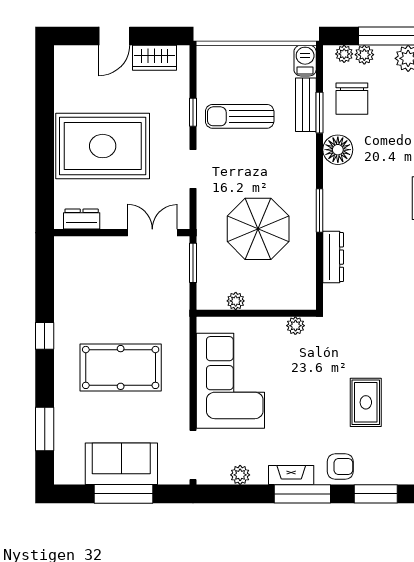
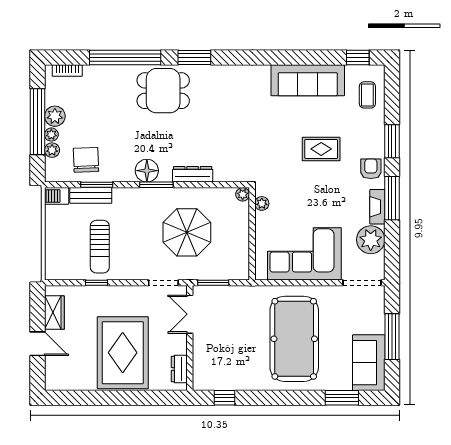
plant: (344, 54) -> (51, 135), moved
chair: (352, 99) -> (86, 160), turned -92
floor lamp: (338, 150) -> (147, 171), moved
doorway: (193, 169) -> (163, 283), moved
window: (320, 211) -> (156, 185), moved
dresser: (333, 257) -> (193, 174), moved
plant: (236, 301) -> (243, 194), moved
window: (45, 336) -> (224, 398), moved
pool table: (121, 367) -> (294, 339), width x1.36, depth x1.32
sofa: (121, 464) -> (369, 363), moved
plant: (240, 475) -> (371, 240), width x1.88, depth x1.88

